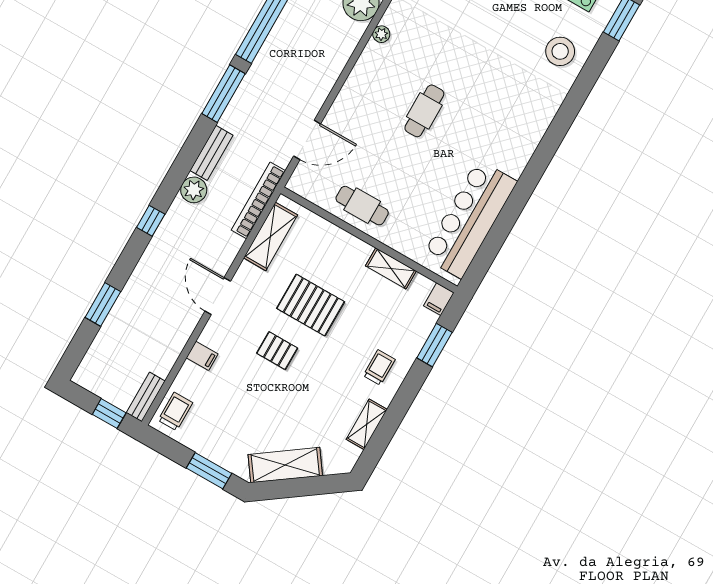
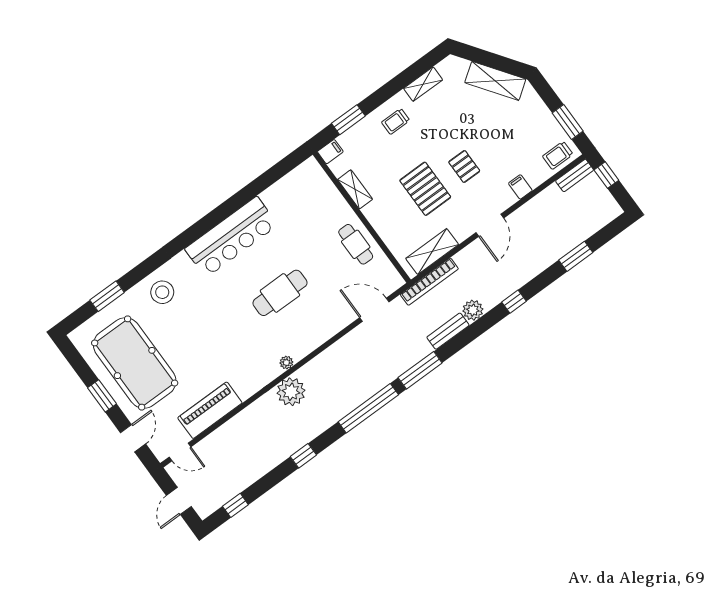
cafe table: (424, 111) -> (280, 293), width x1.37, depth x1.35
bar counter: (470, 219) -> (231, 237), moved
window: (209, 471) -> (568, 122), moved

